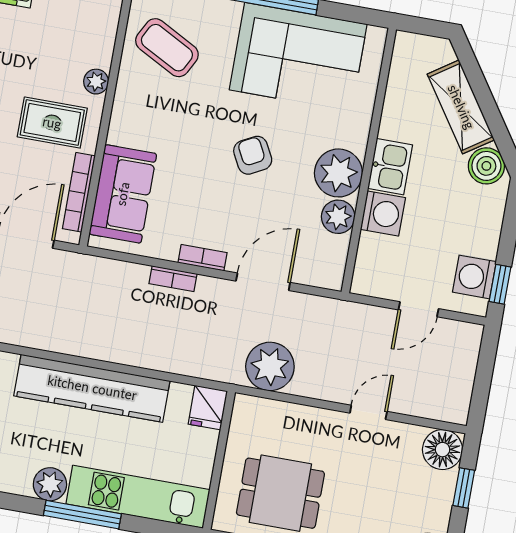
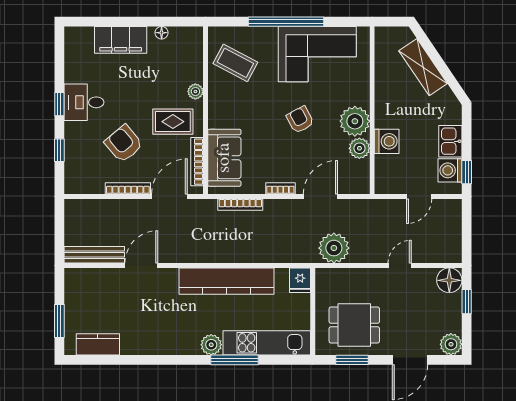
boiler: (486, 166) -> (445, 101), removed
kitchen sink: (390, 167) -> (450, 141), moved, turned 180
bookcase: (173, 279) -> (240, 205), moved, width x1.56

